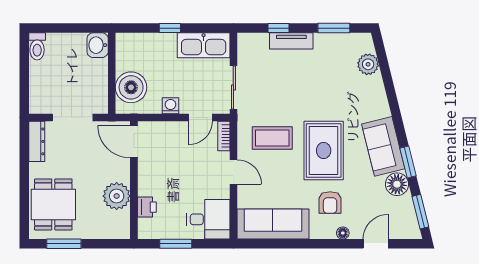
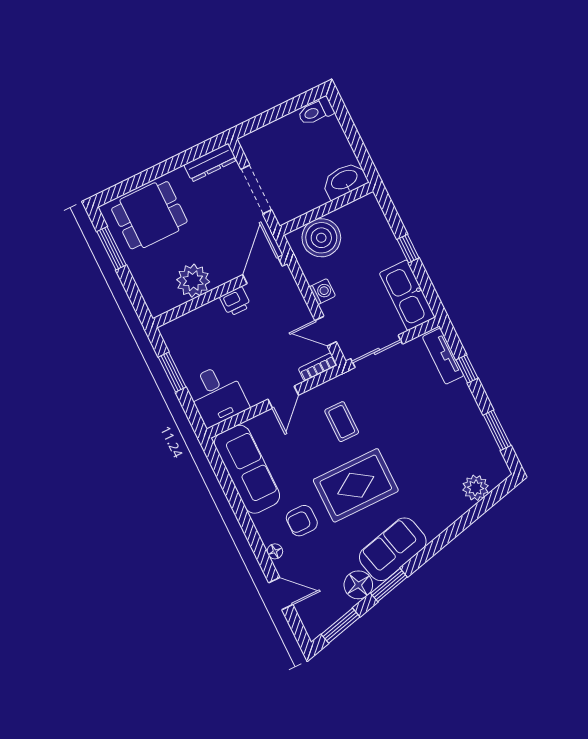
tv unit: (291, 41) -> (443, 356), moved
washbasin: (98, 45) -> (345, 180), width x1.38
coffee table: (272, 138) -> (342, 422), width x0.73, depth x0.77
printer: (147, 207) -> (235, 301), moved

